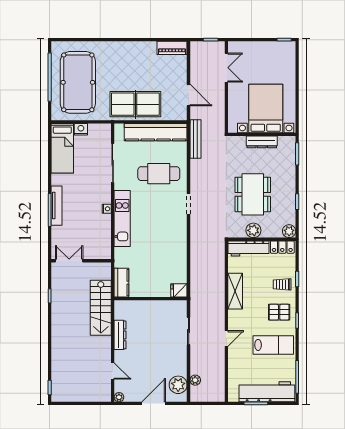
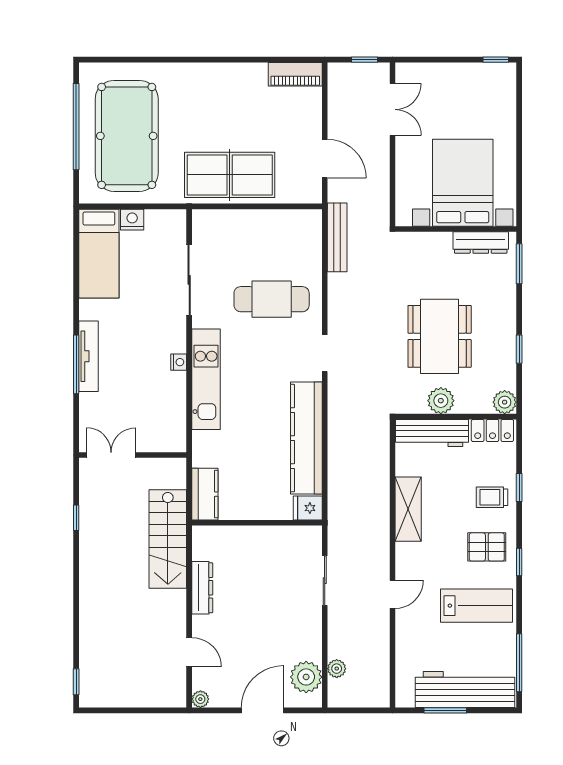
kitchen counter: (156, 132) -> (306, 438), moved, turned 90
dresser: (262, 142) -> (481, 243), moved

